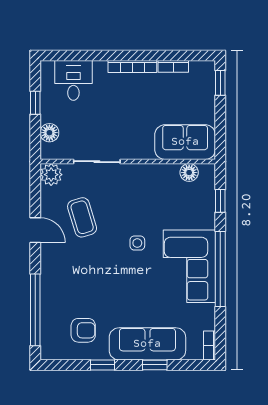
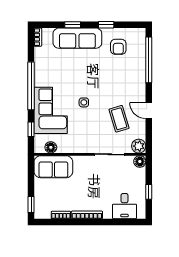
floor lamp: (49, 133) -> (140, 161), moved
corner sofa: (189, 266) -> (51, 110), moved
armchair: (83, 330) -> (118, 47), turned -90

